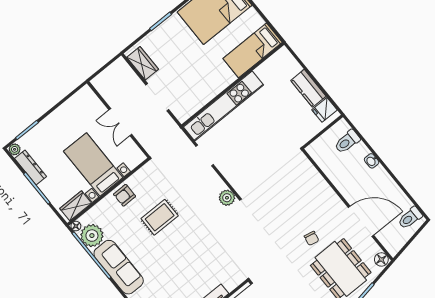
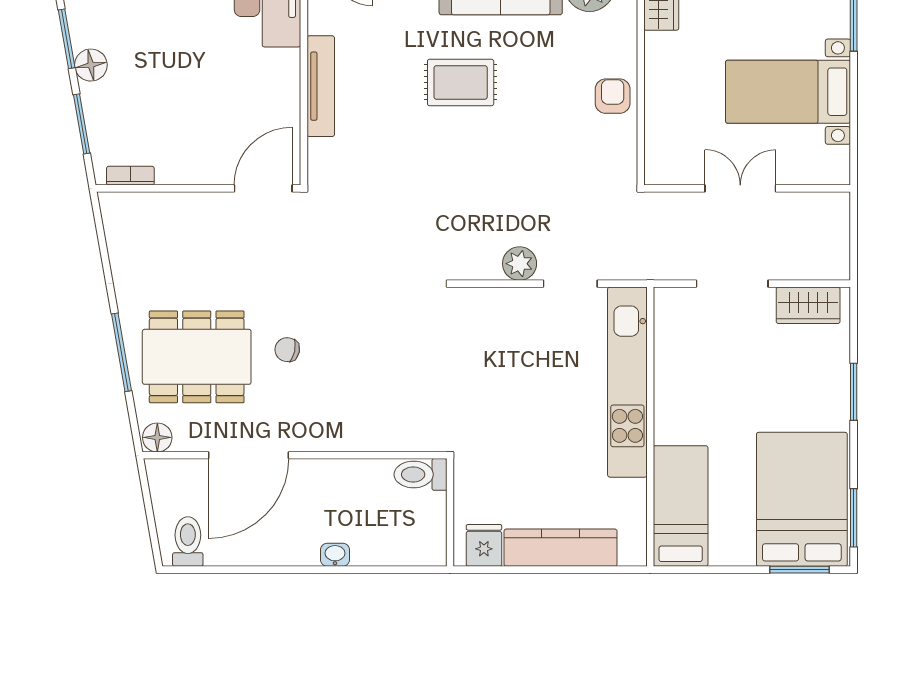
kitchen counter: (308, 88) -> (561, 548), width x1.50
toilet: (347, 142) -> (420, 474), moved, turned -90
bed with nightstands: (93, 164) -> (788, 92), moved, turned 180
plant: (227, 198) -> (520, 264), moved
rug: (160, 217) -> (461, 82), moved, turned 90

